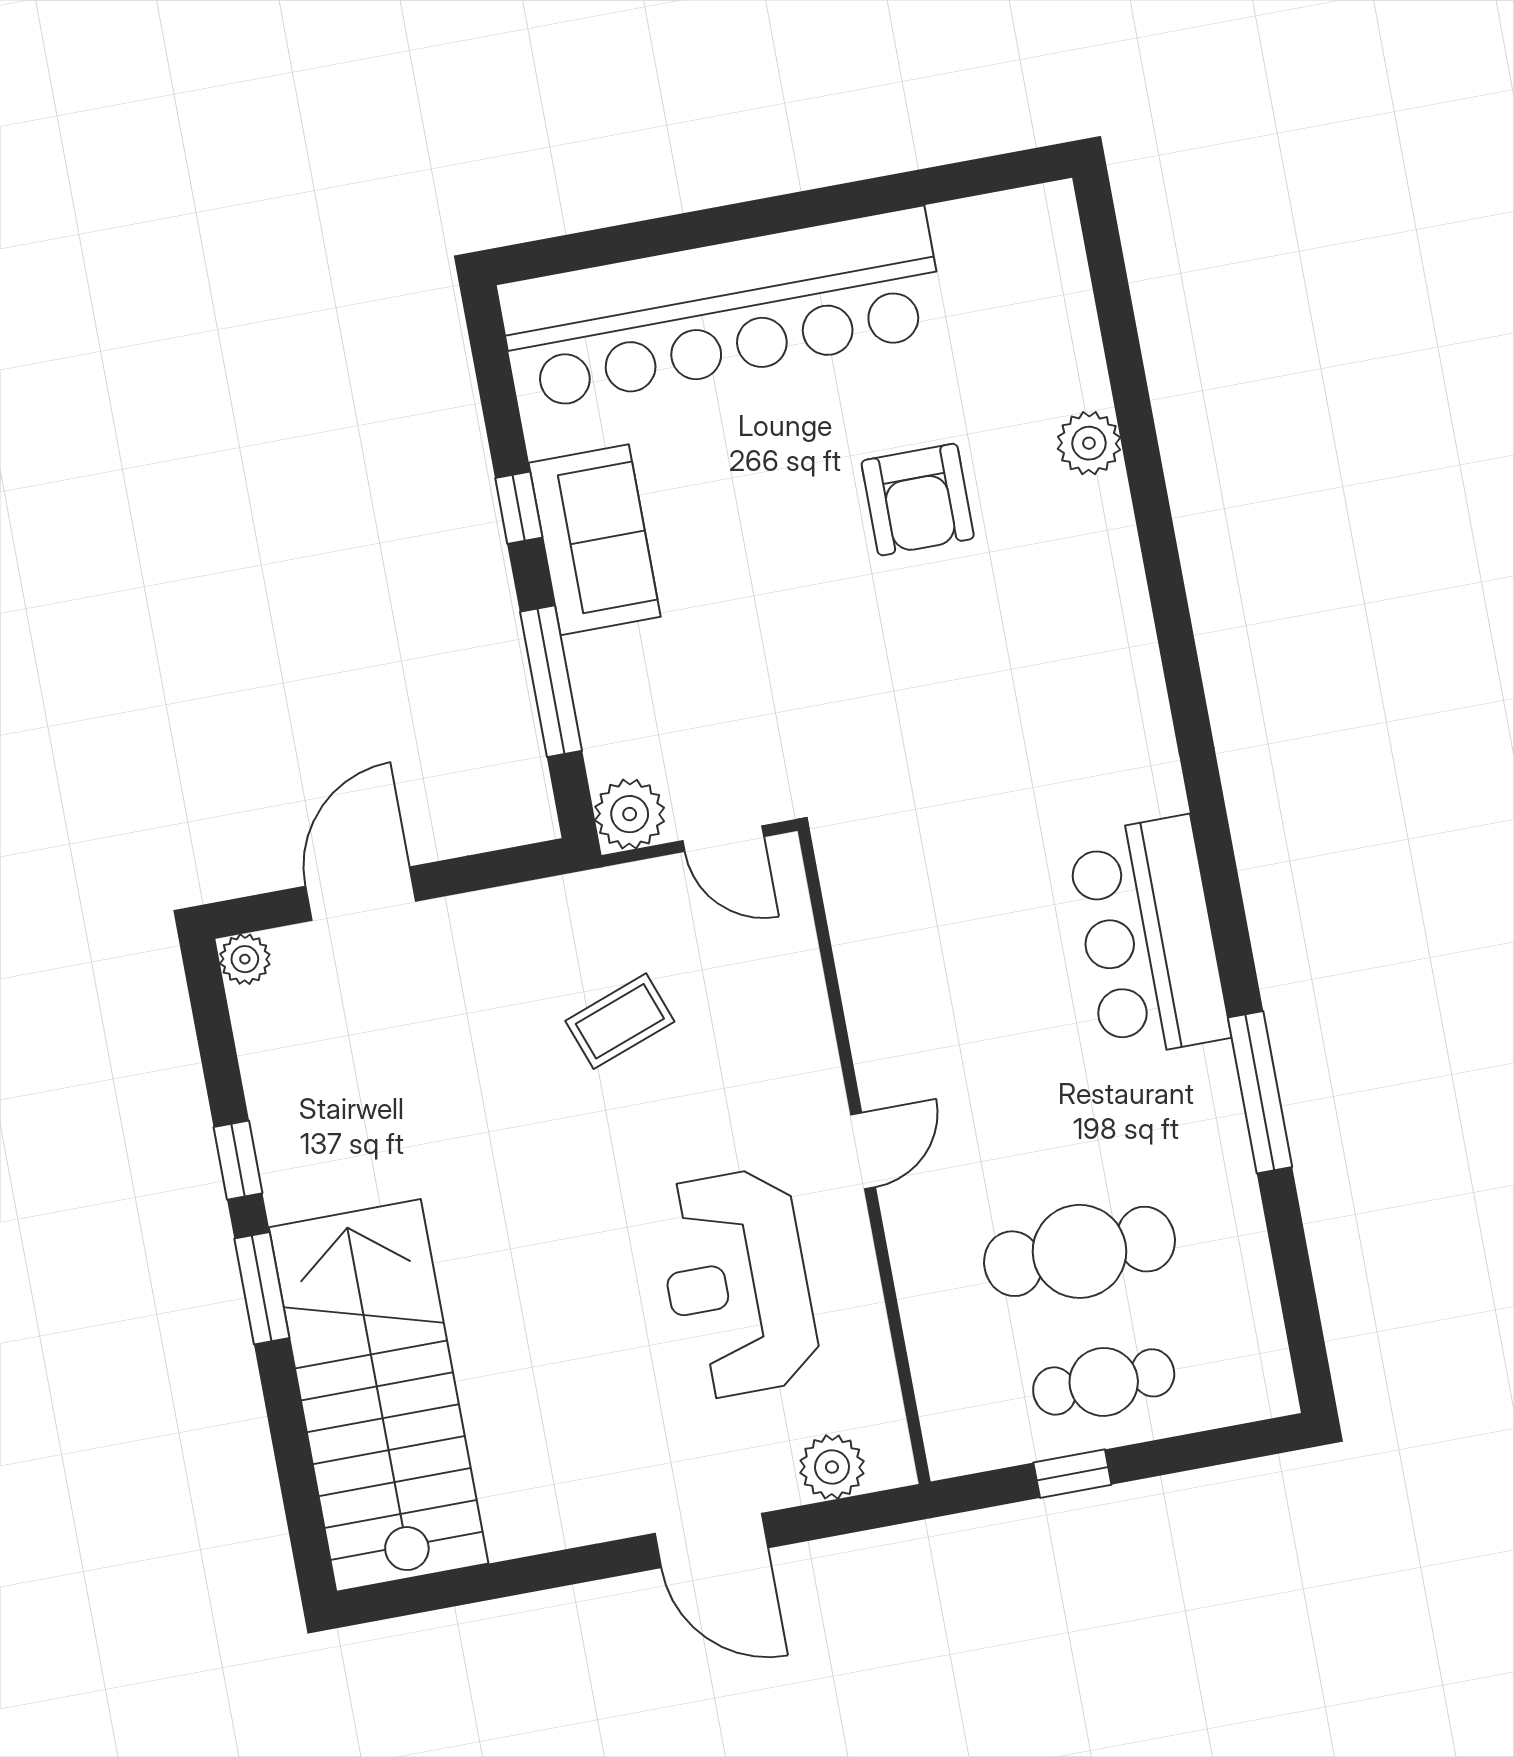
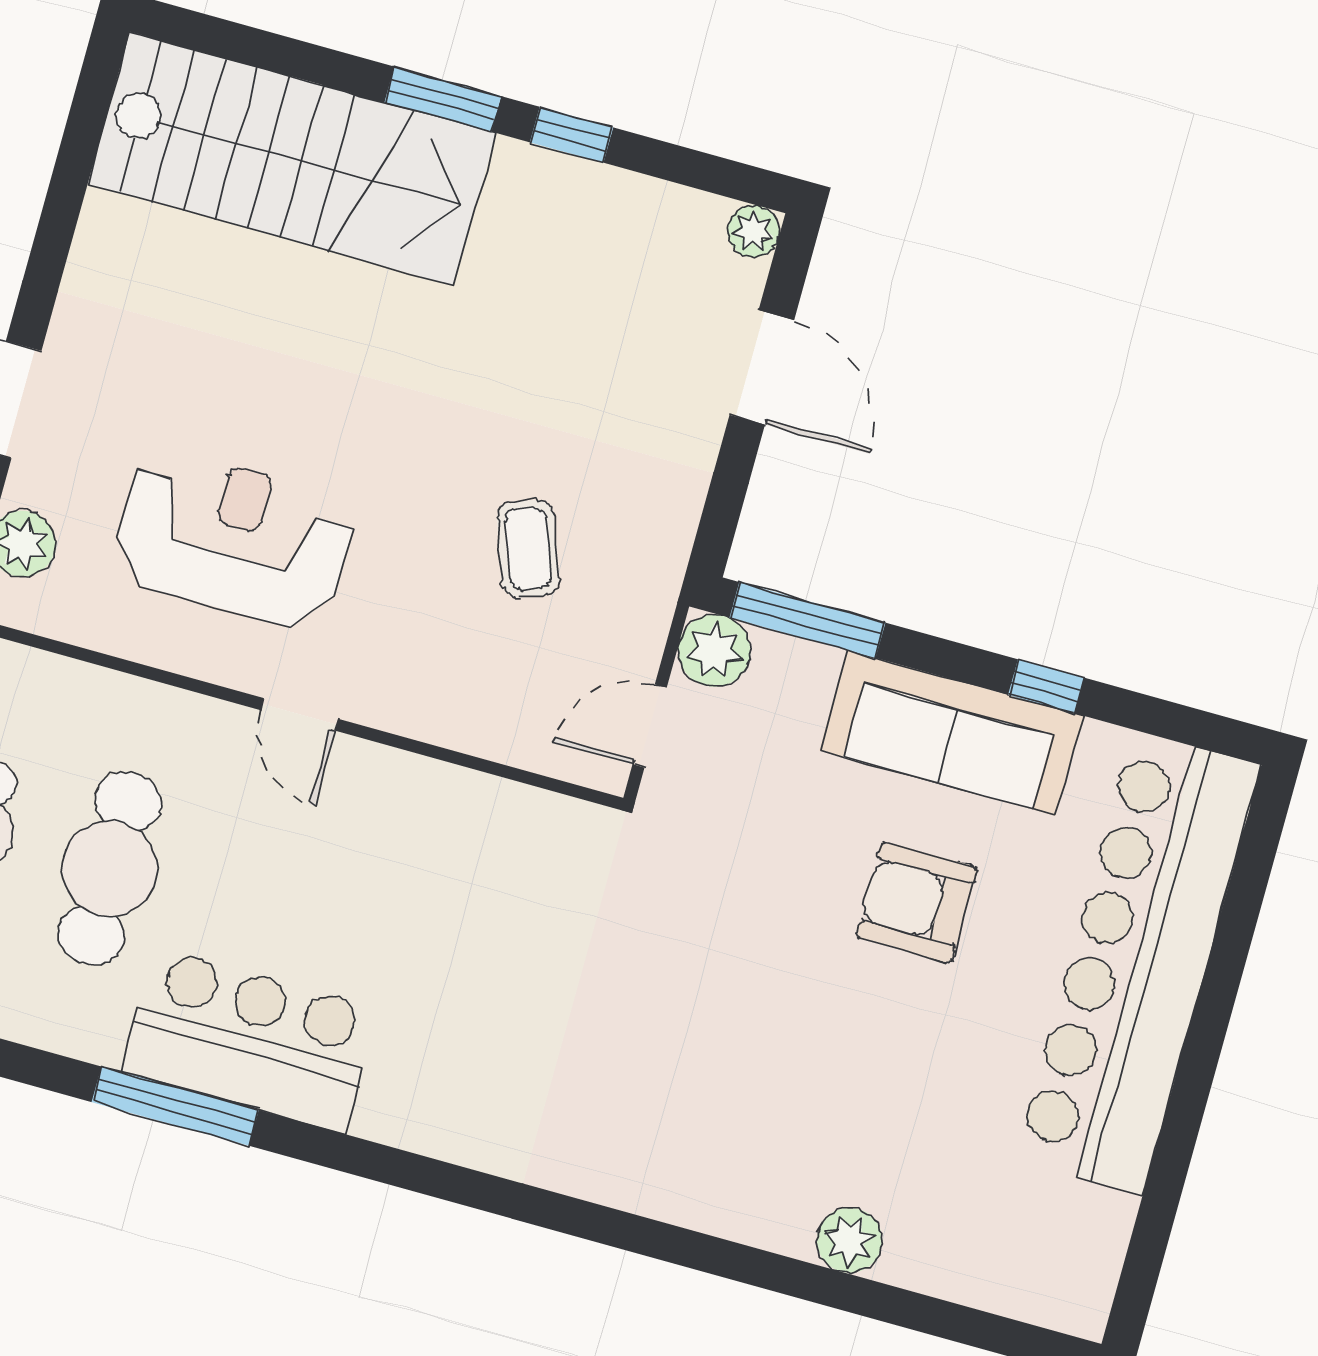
armchair: (918, 500) -> (917, 902), moved
sofa: (595, 540) -> (951, 733), width x1.36
window: (551, 681) -> (807, 620), moved
bar counter: (1148, 937) -> (250, 1040), moved

